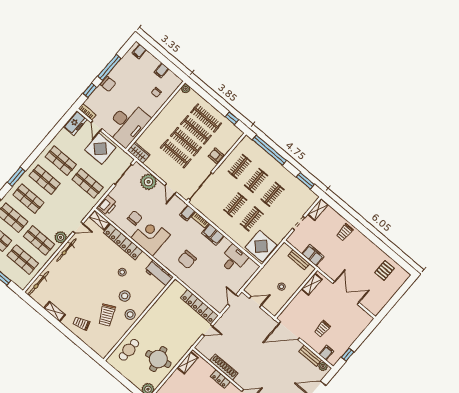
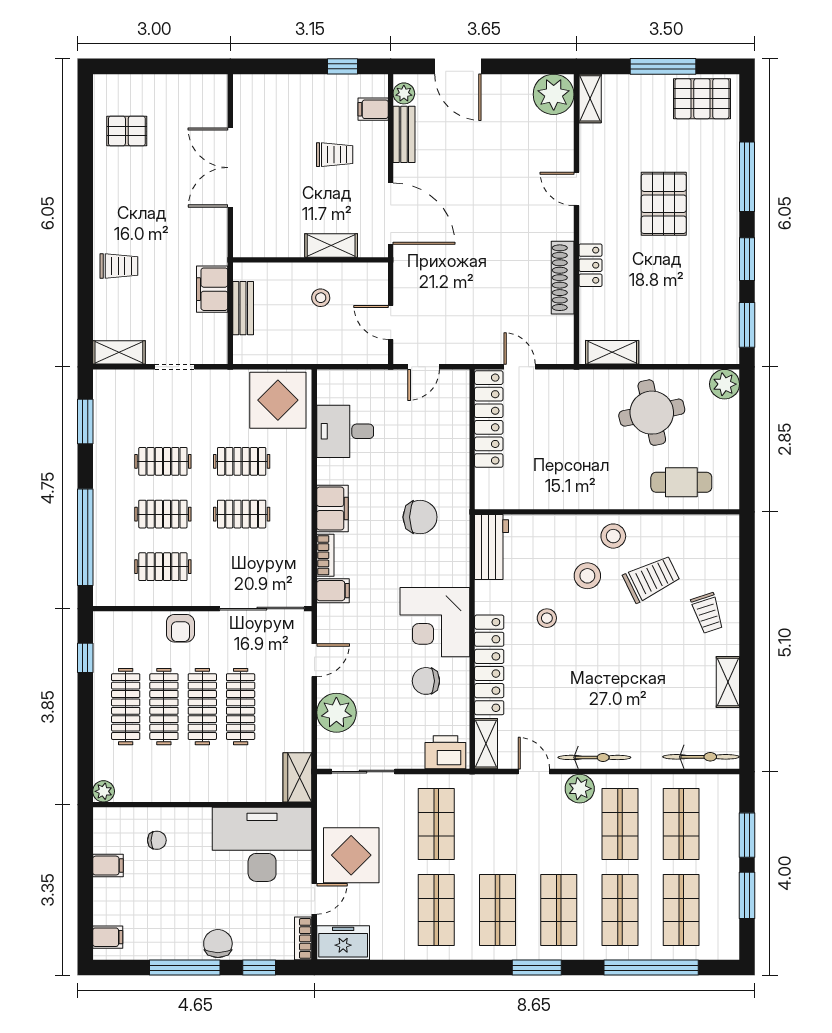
shelving: (312, 284) -> (331, 246), moved

